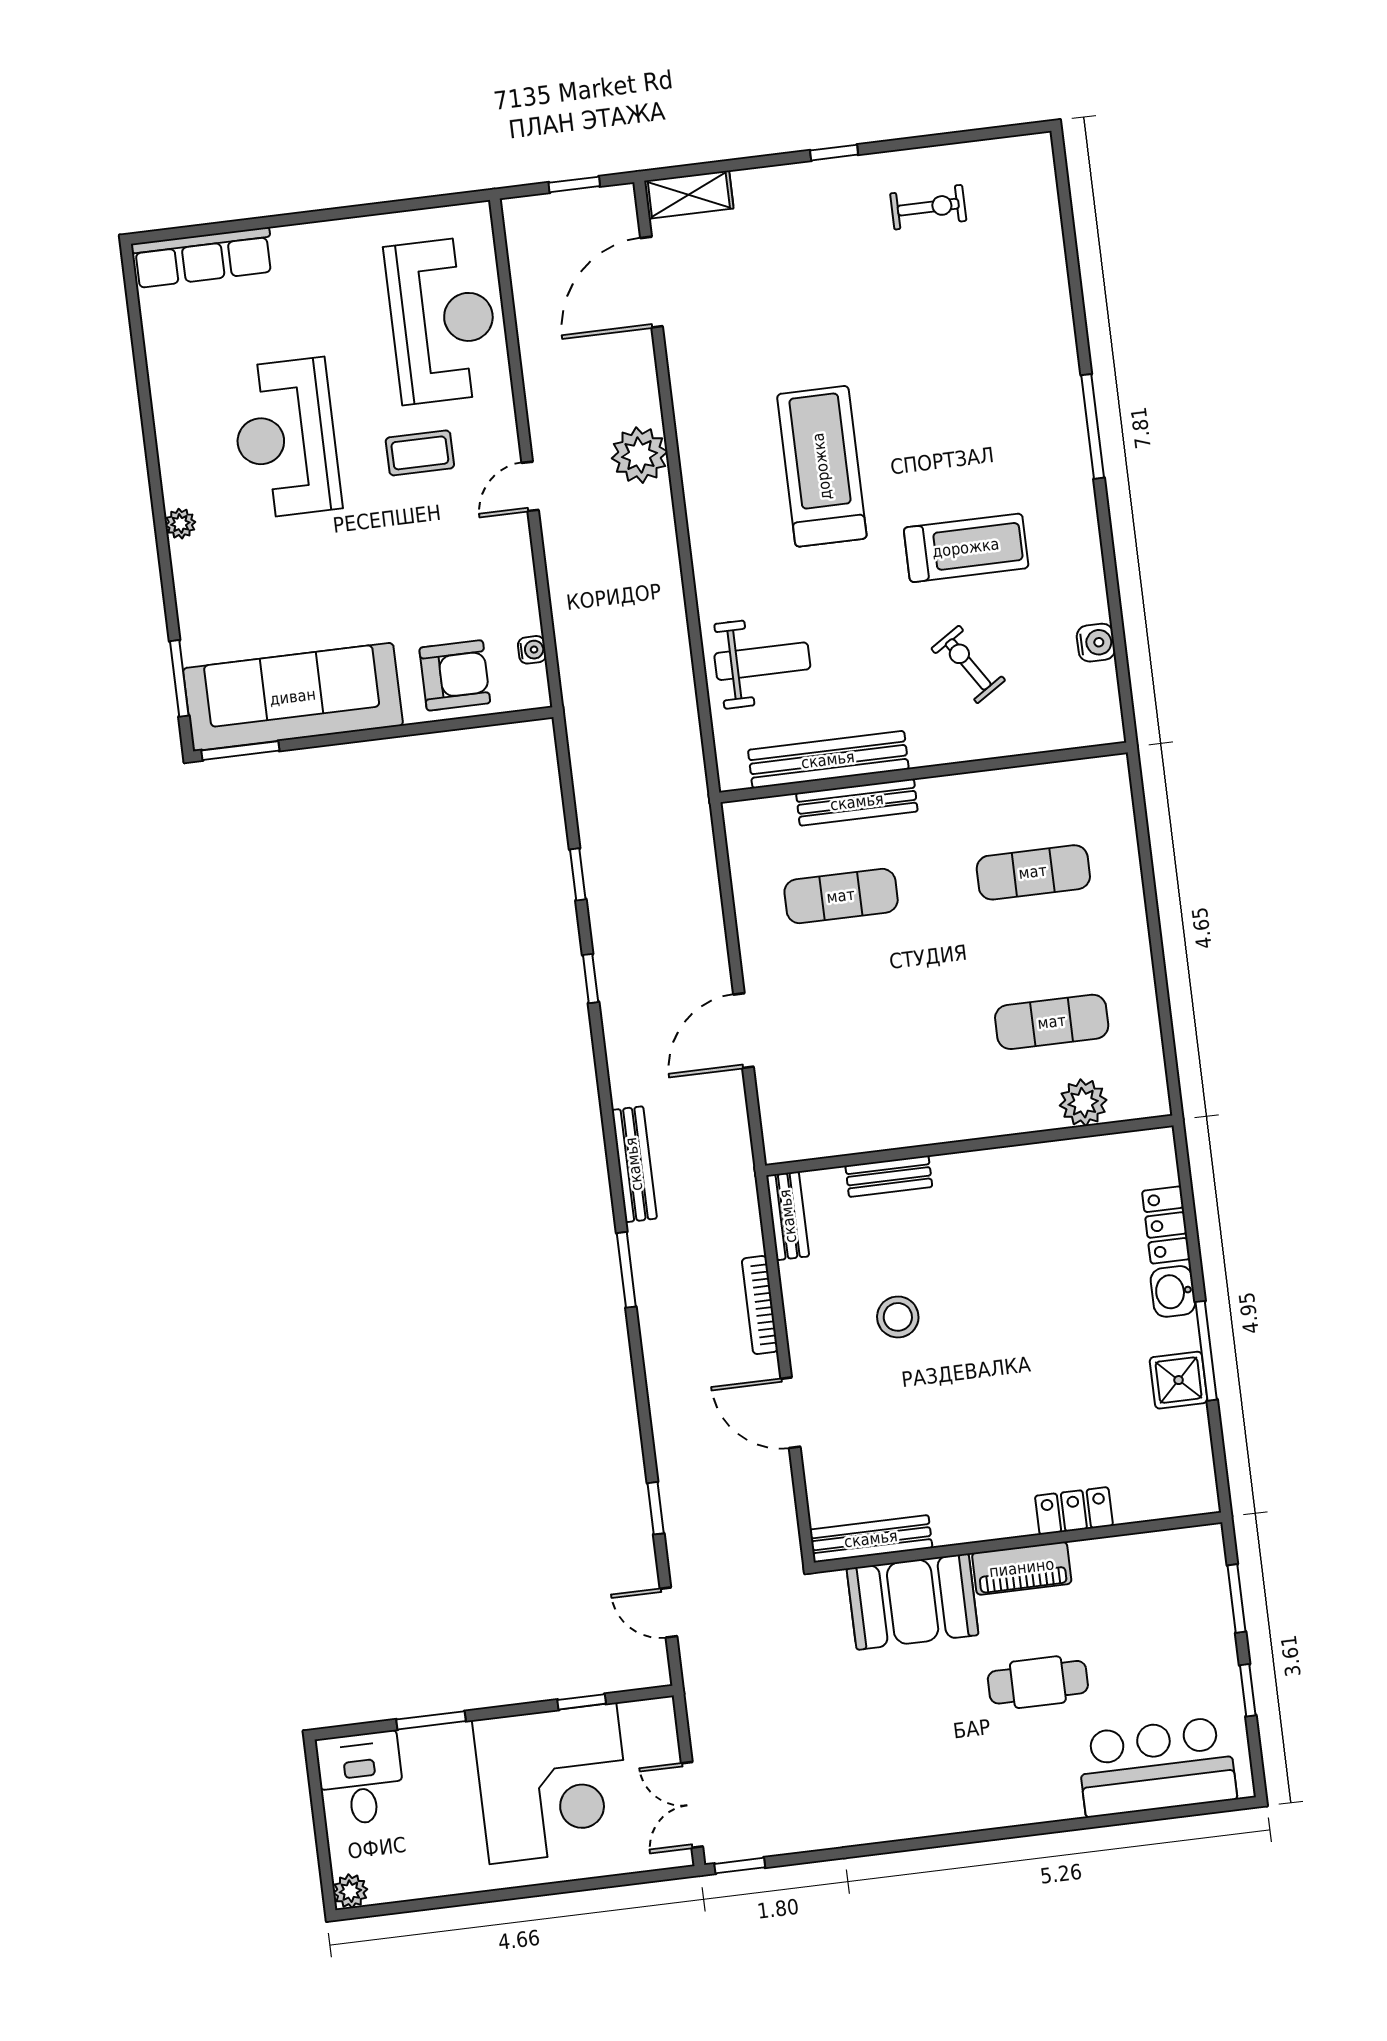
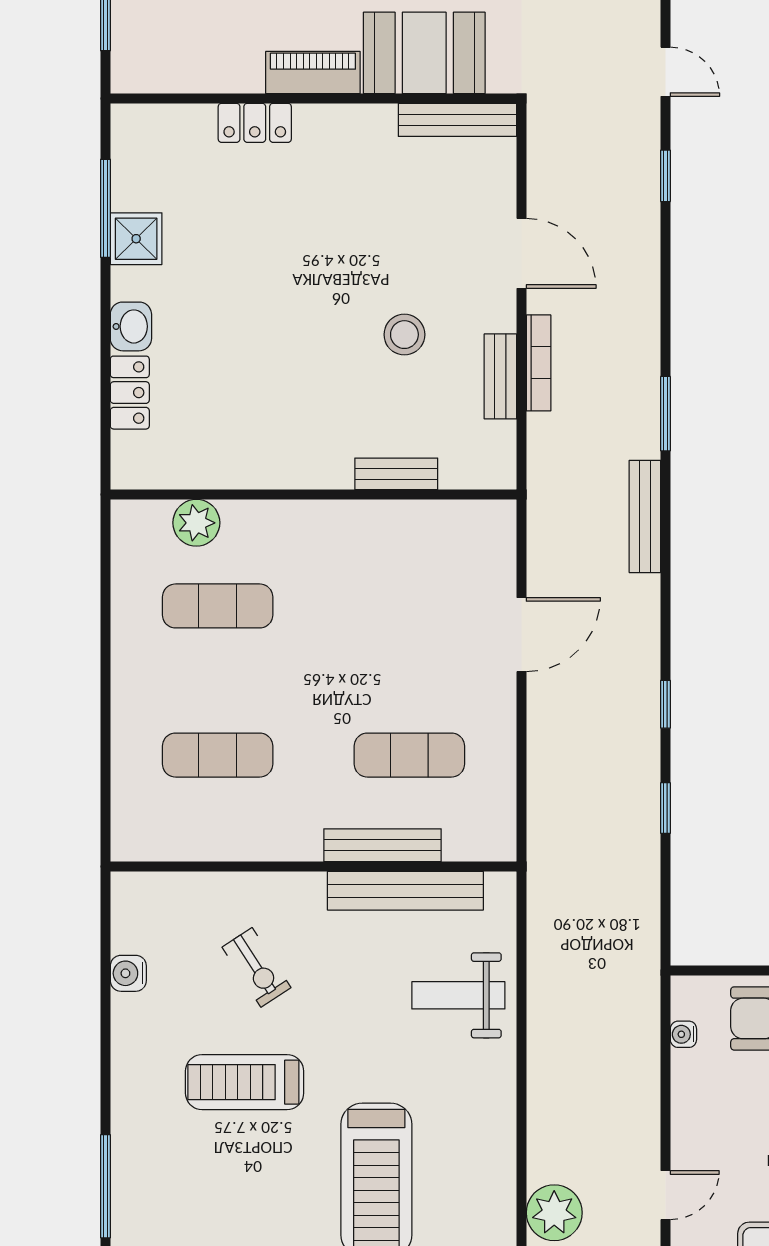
bench: (788, 1216) -> (500, 376), moved
window: (1206, 1351) -> (106, 208), moved

